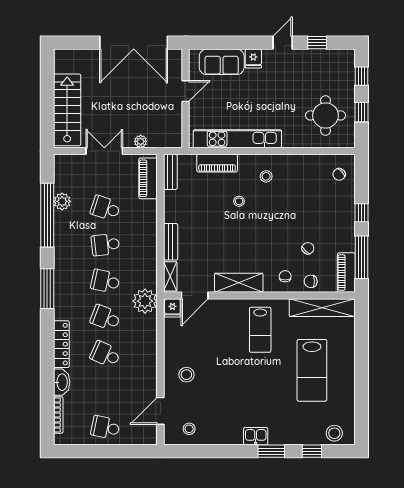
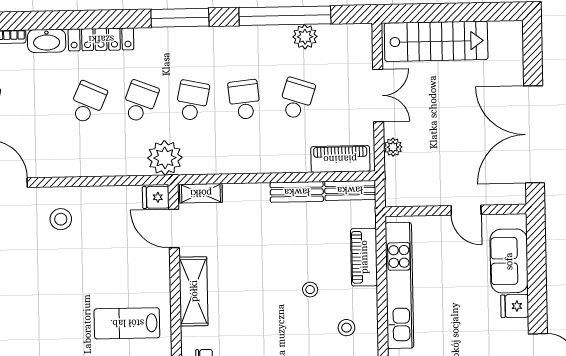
bench: (171, 242) -> (297, 192), moved

